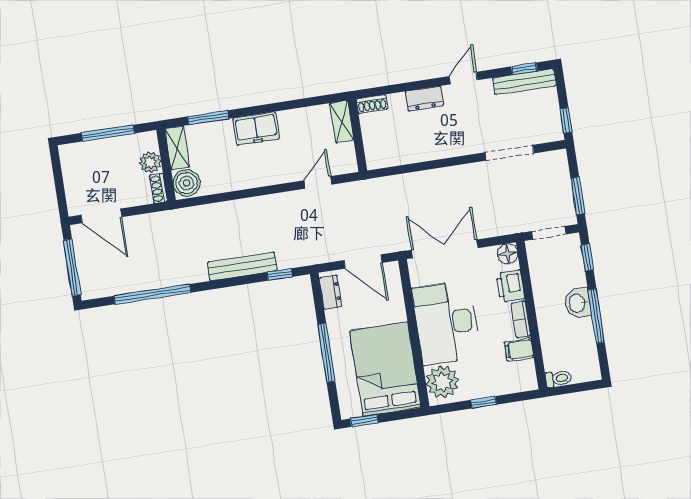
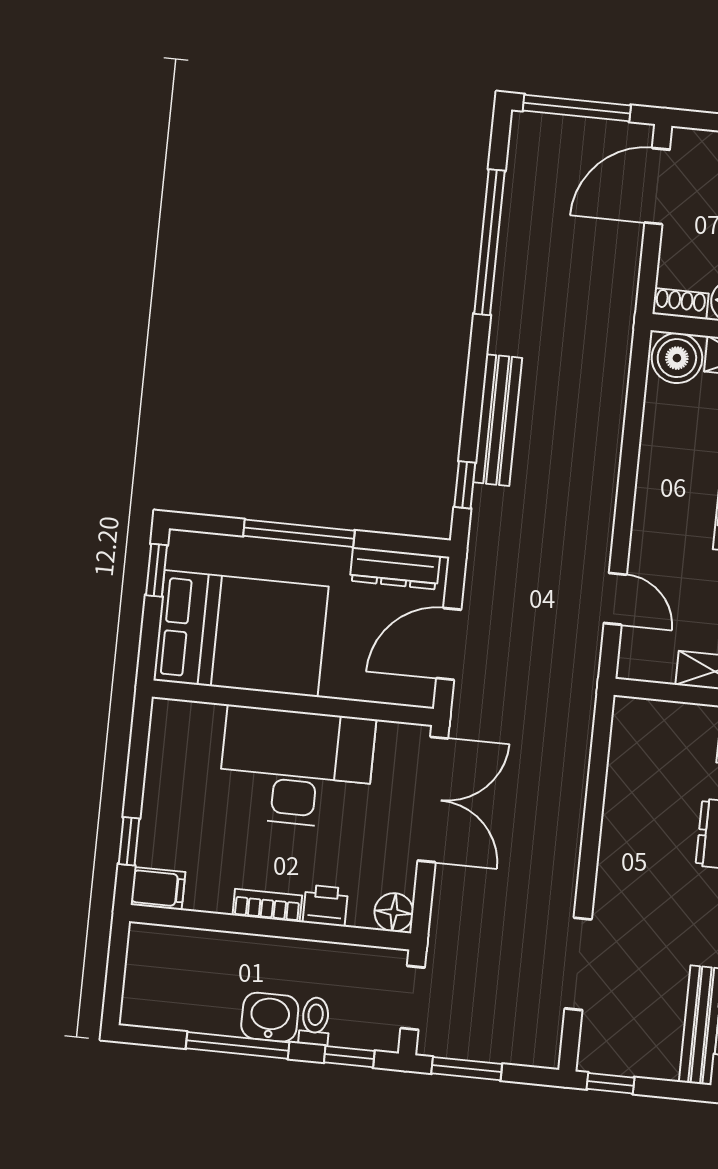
printer: (510, 286) -> (325, 905), width x0.73, depth x0.81
dresser: (330, 292) -> (395, 568), width x1.44
filing cabinet: (519, 350) -> (158, 888), moved, turned 90
toilet: (558, 379) -> (315, 1021), moved, turned 180
plant: (442, 382) -> (190, 732), removed
window: (484, 402) -> (129, 841), moved

